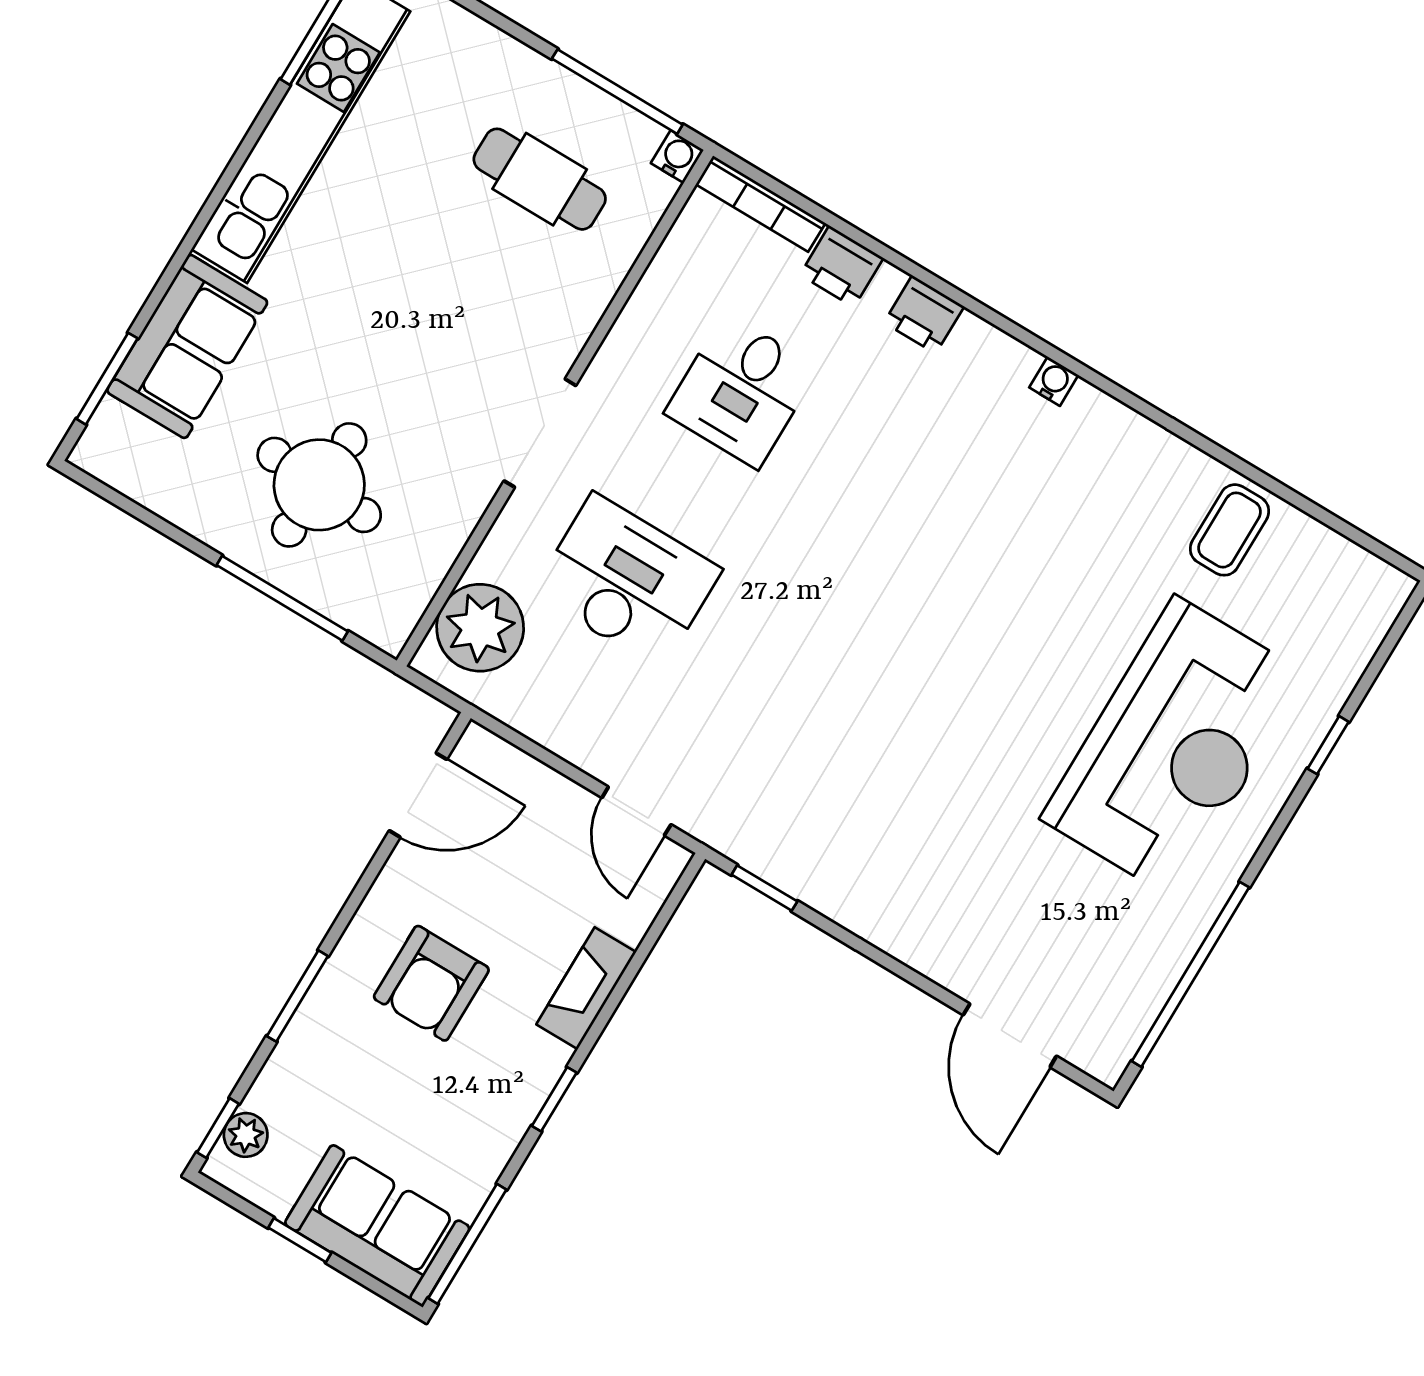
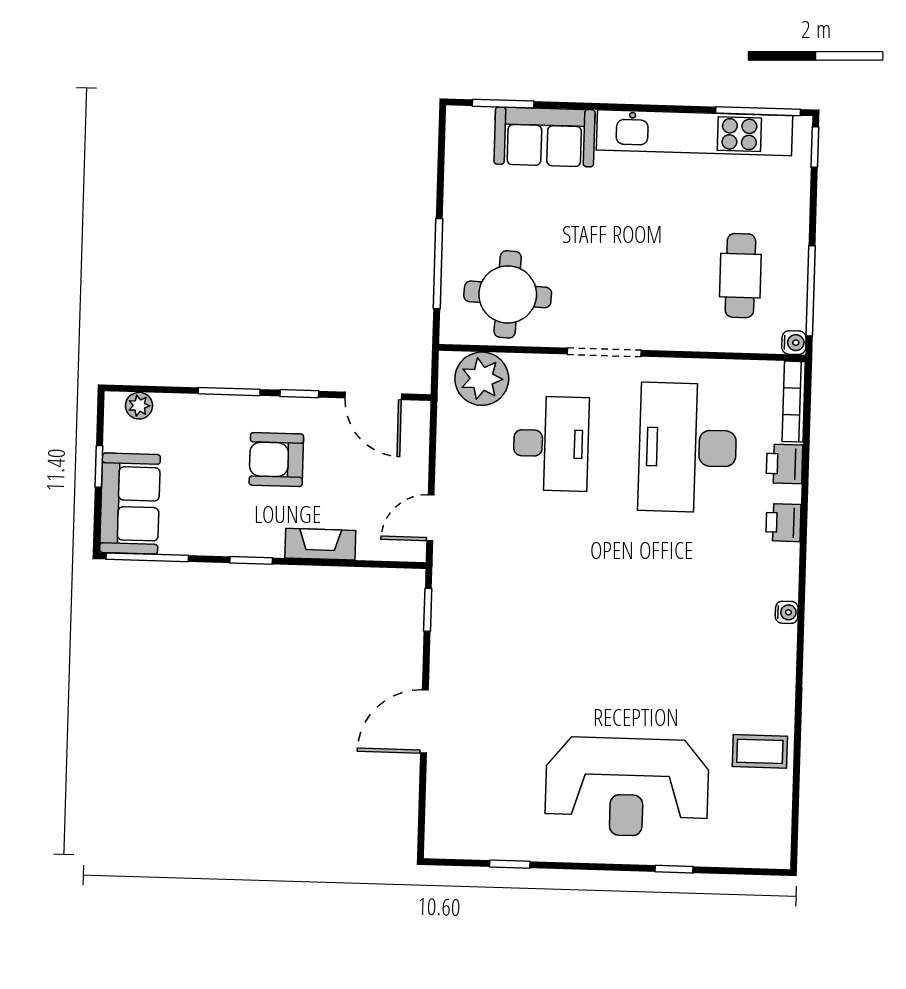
desk: (742, 391) -> (688, 448), width x1.87, depth x1.30
round table: (319, 485) -> (508, 294), moved
window: (1191, 974) -> (510, 864), width x0.32
door: (1010, 1036) -> (424, 722), moved
window: (218, 1128) -> (299, 394), moved

